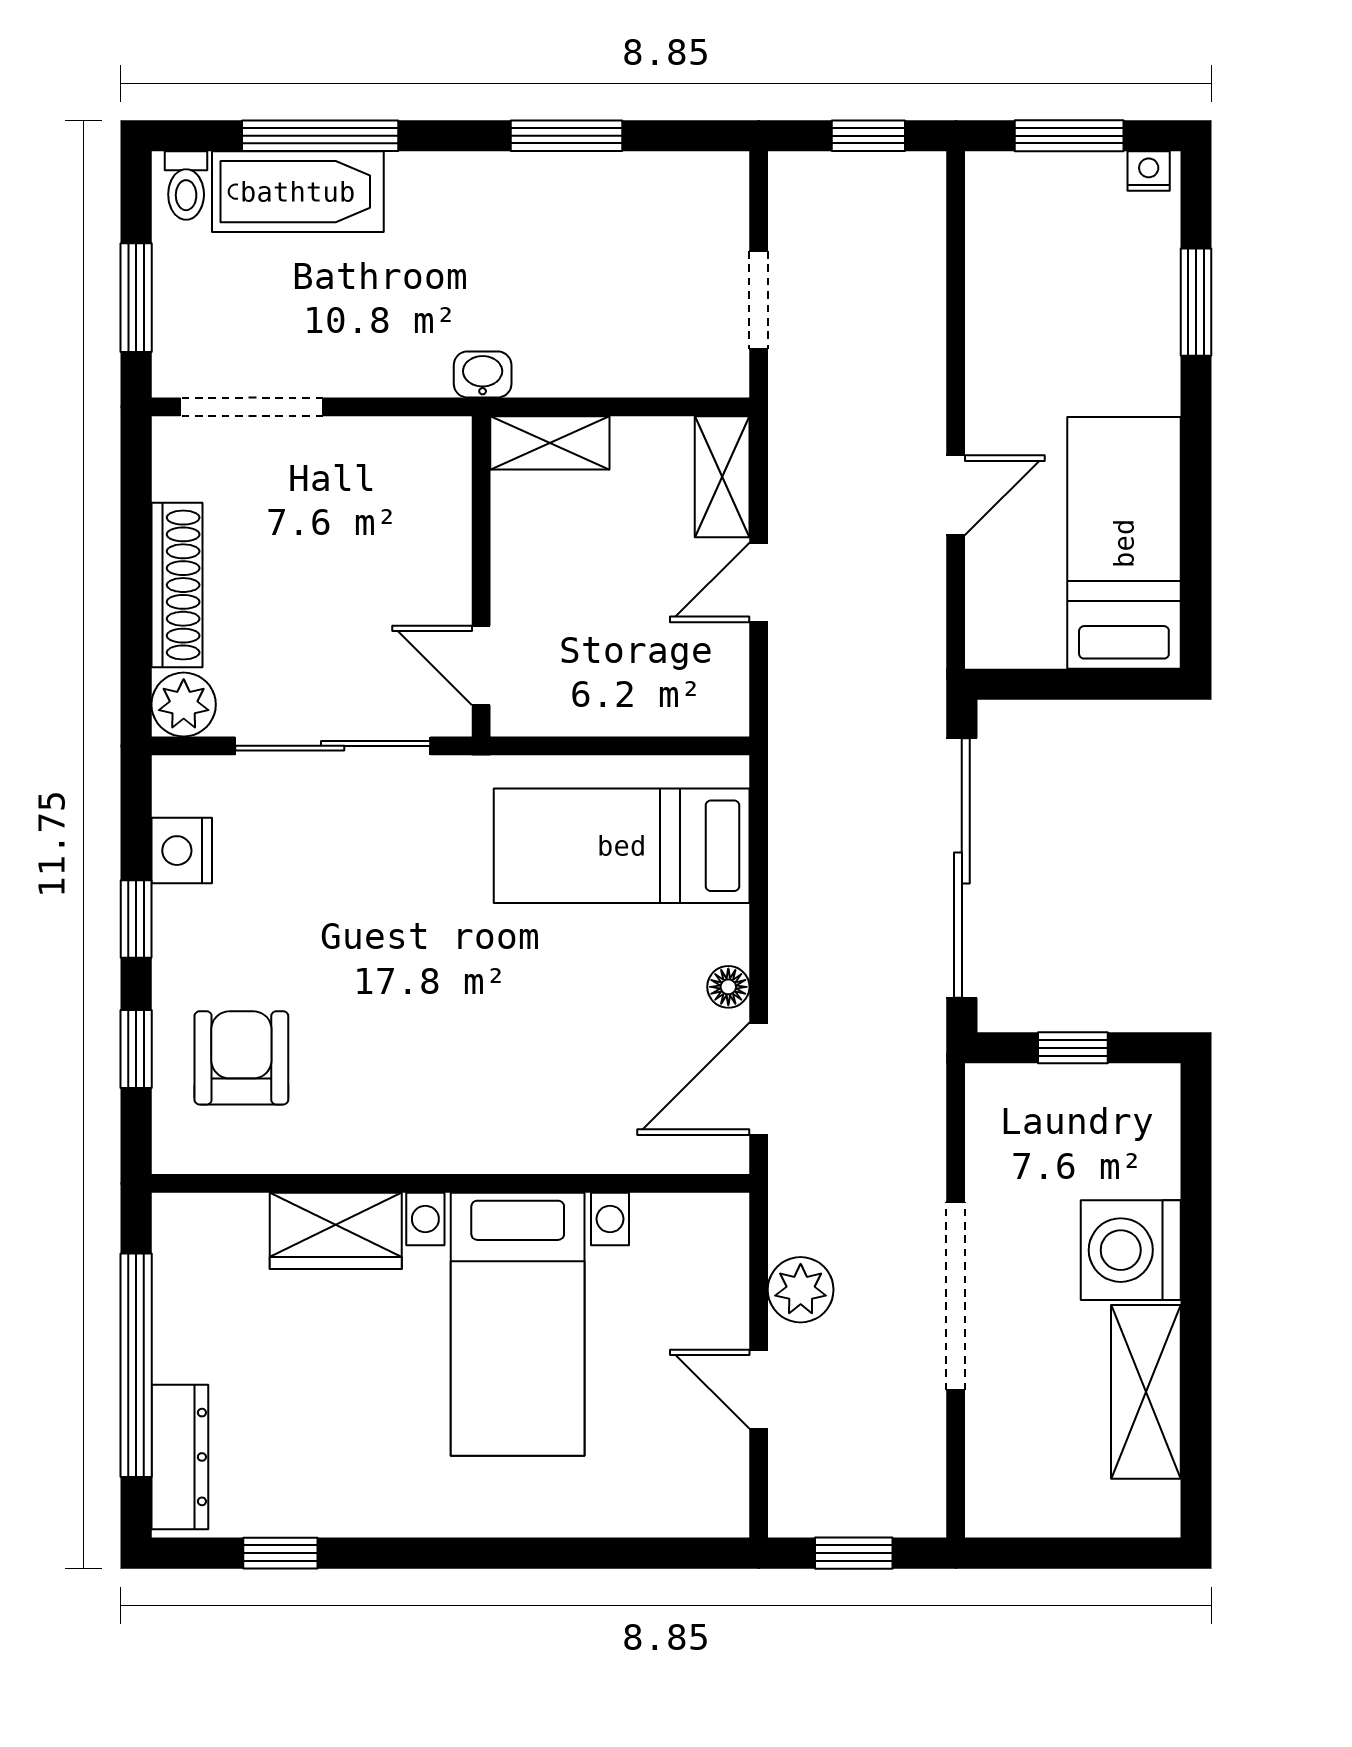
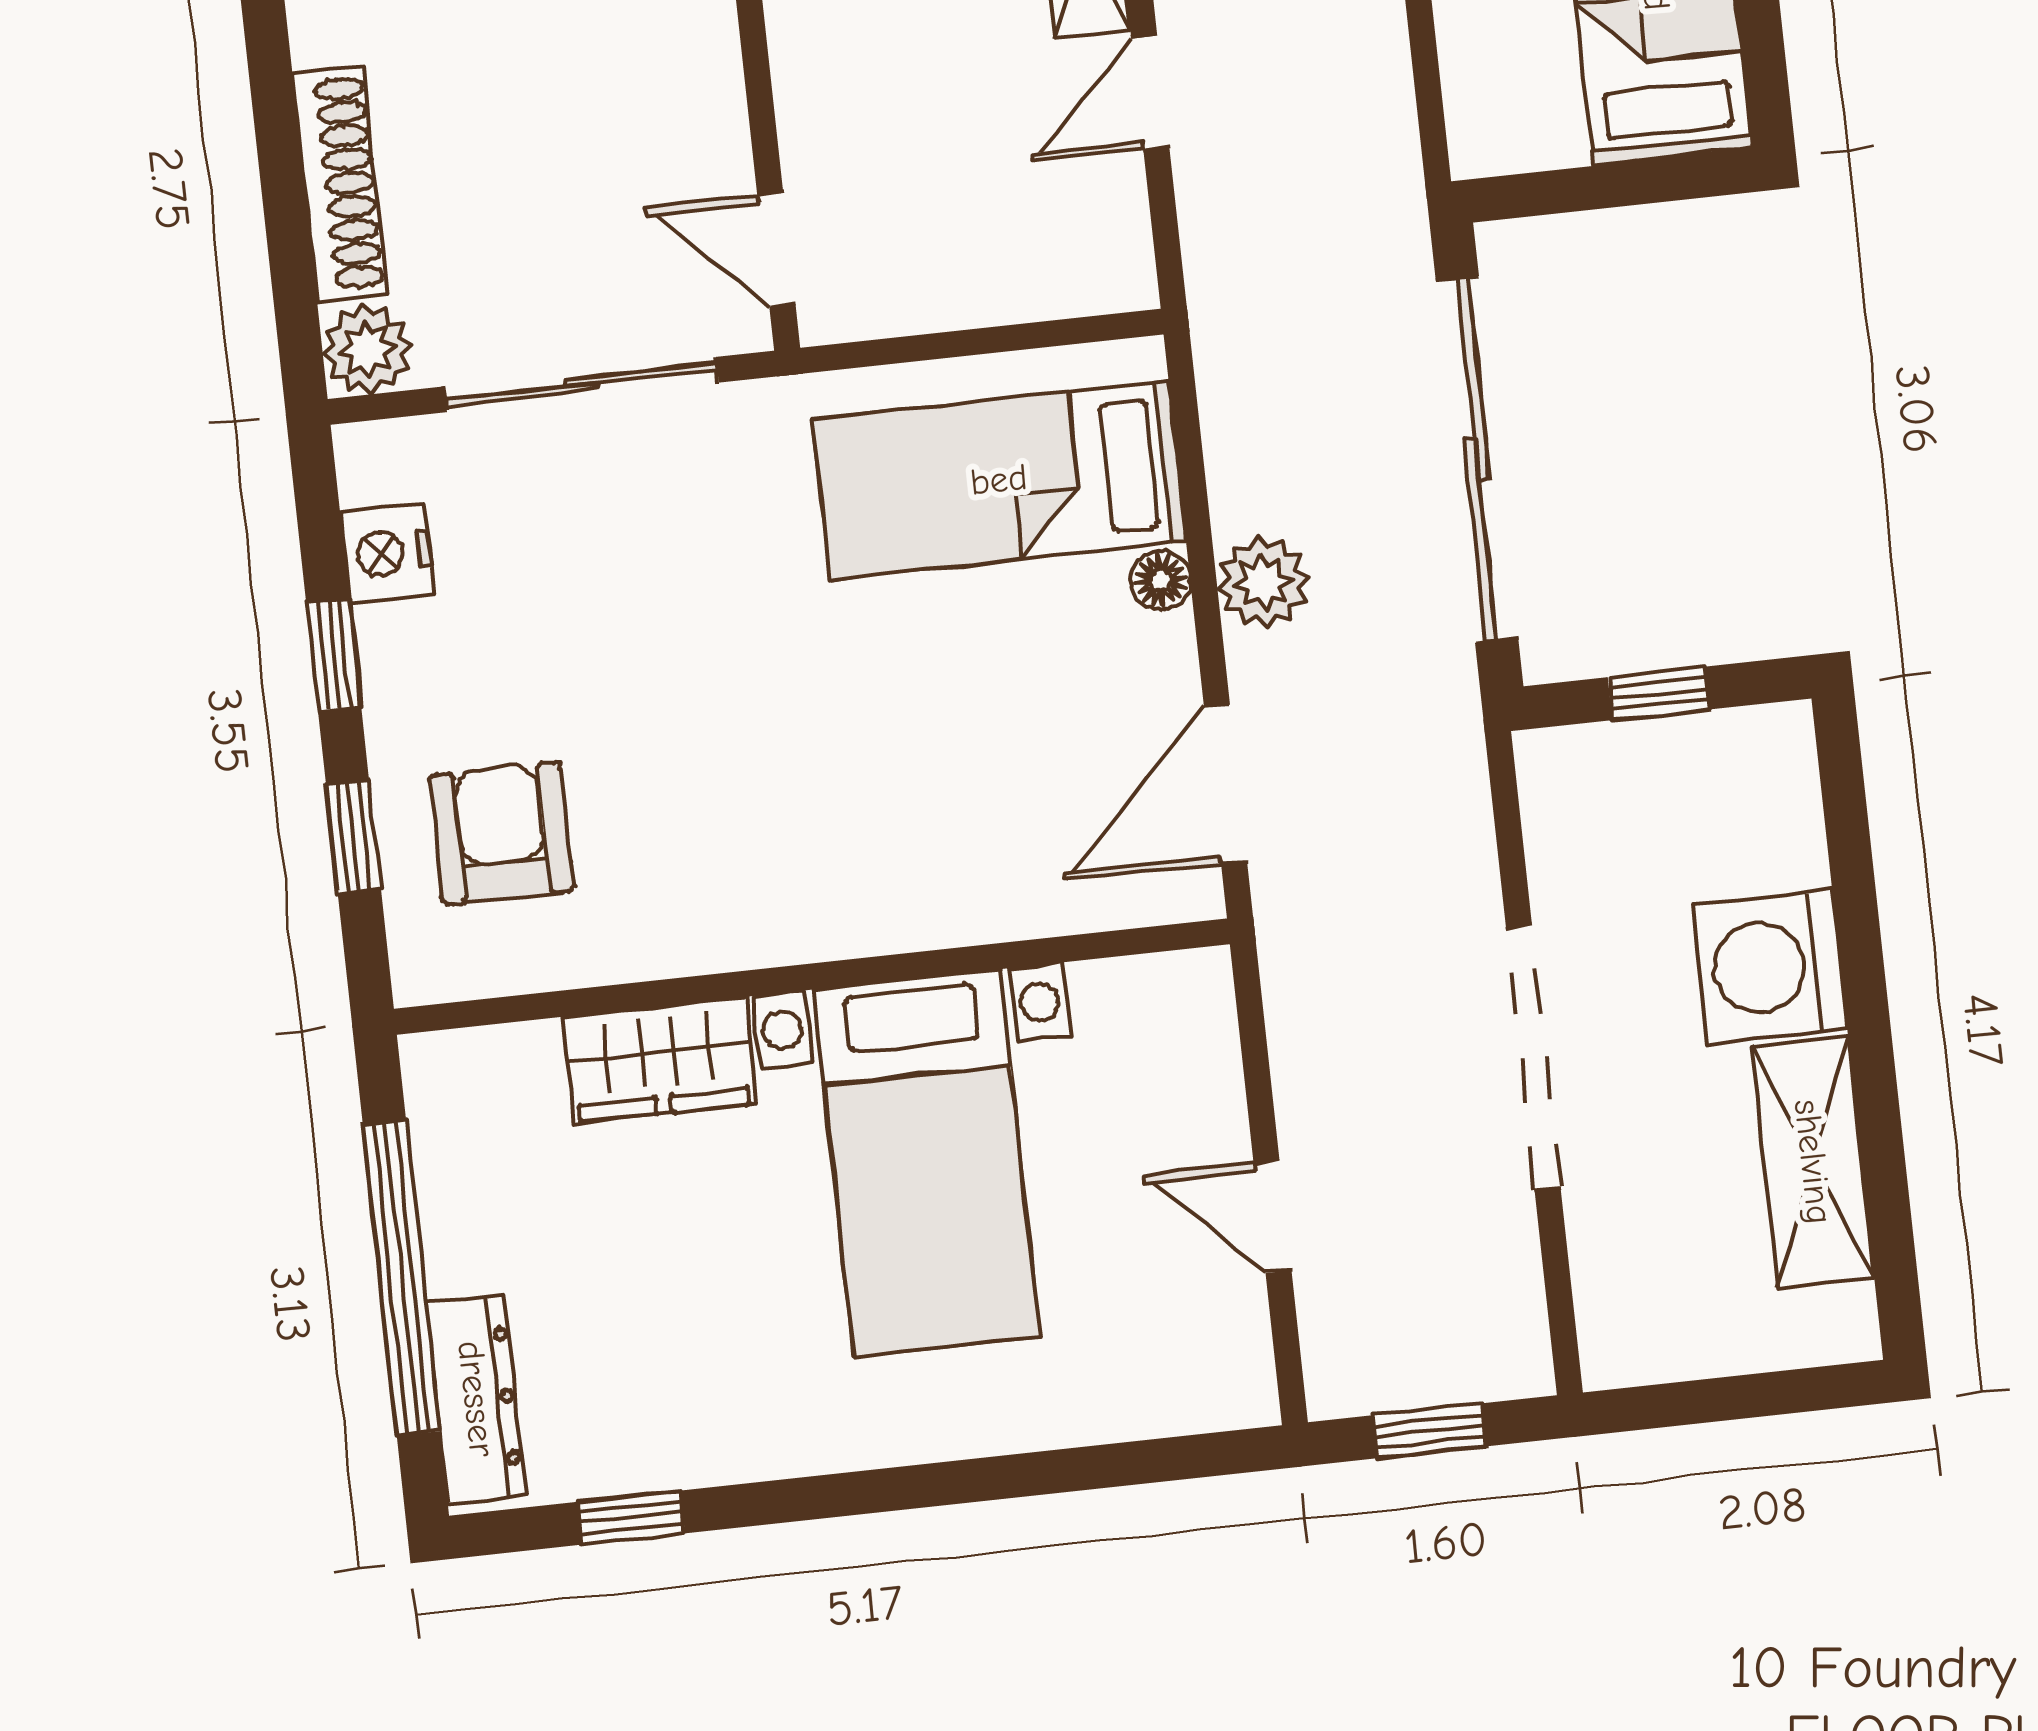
floor lamp: (728, 987) -> (1161, 580), moved
plant: (801, 1290) -> (1263, 583), moved

